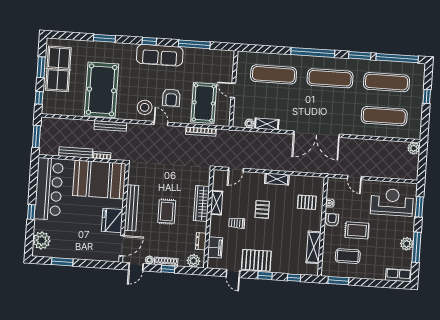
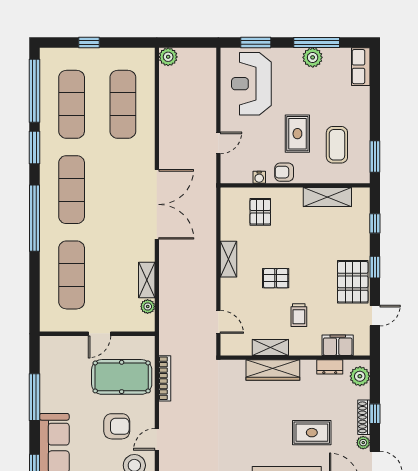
rug: (167, 211) -> (312, 433), moved

